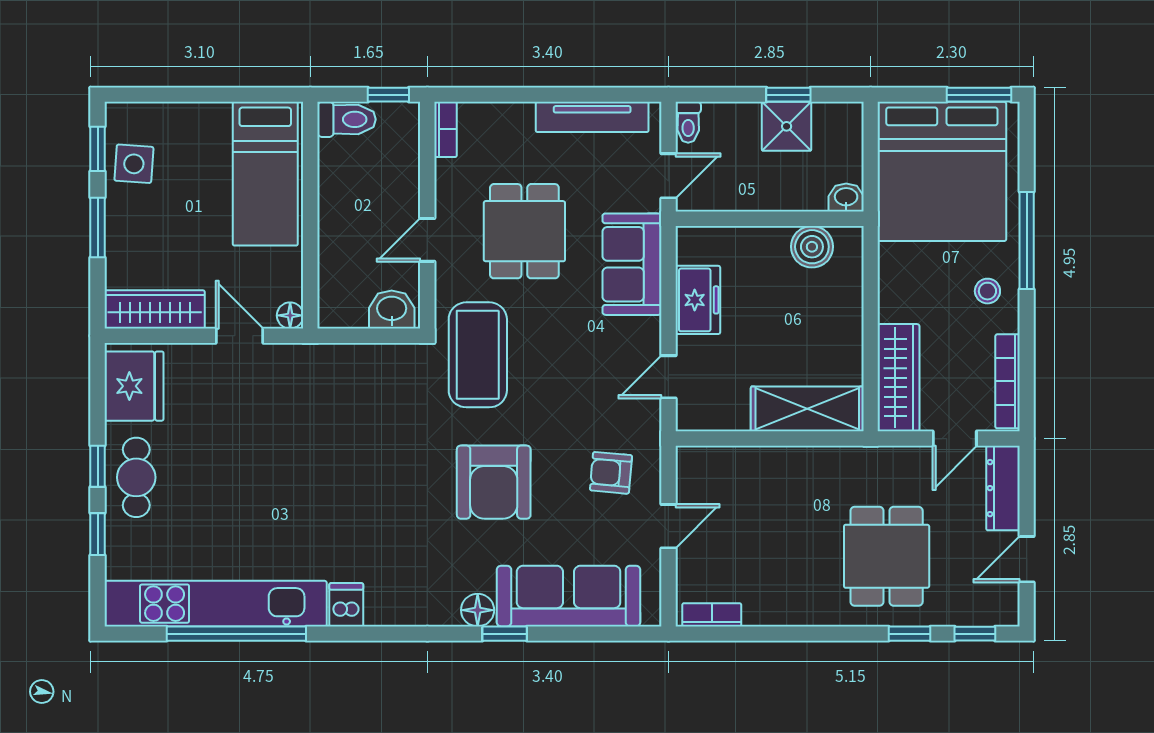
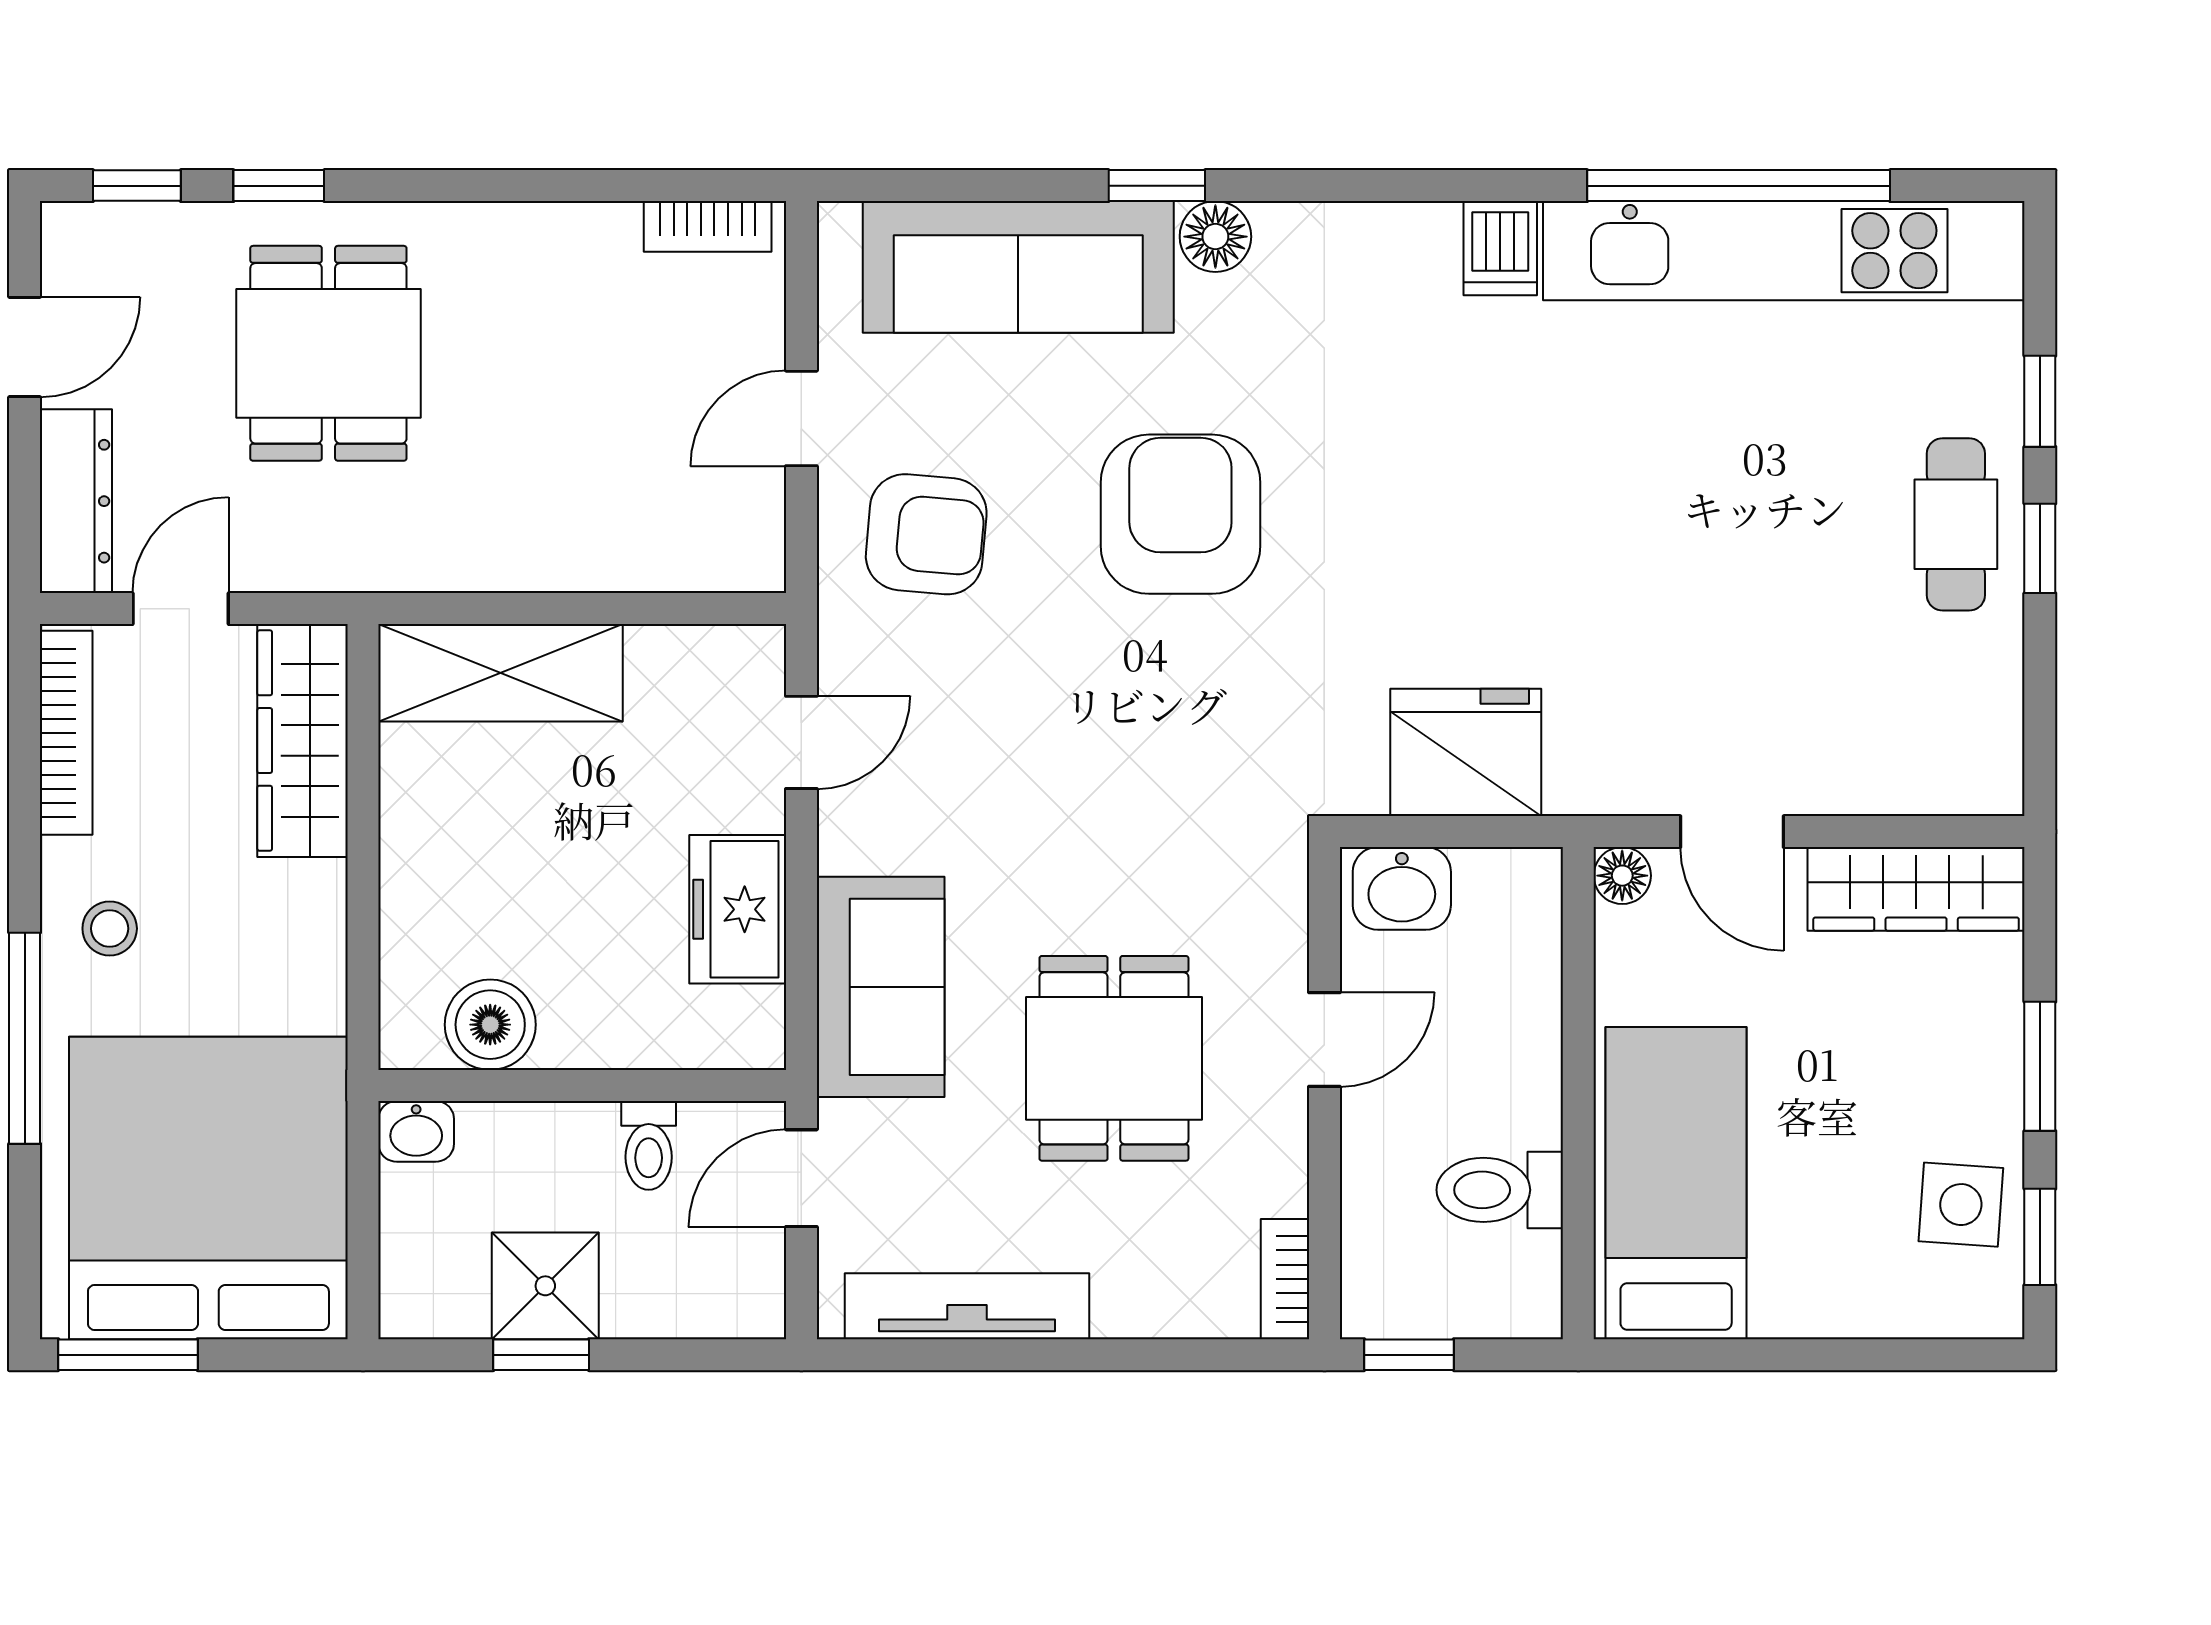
toilet: (347, 119) -> (1500, 1190), moved
toilet: (688, 122) -> (649, 1145), moved, turned 180
coffee table: (478, 355) -> (1215, 790), removed
fridge: (134, 386) -> (1466, 752), moved, turned 90
armchair: (611, 473) -> (926, 534), width x1.38, depth x1.38

